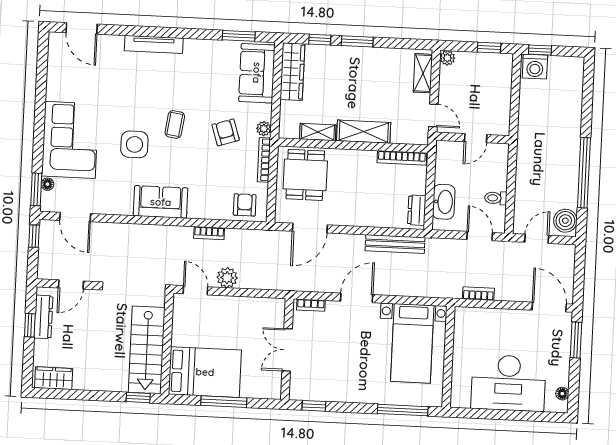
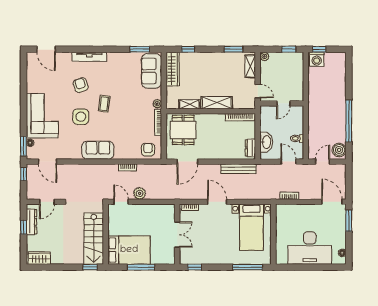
window: (357, 41) -> (234, 49), moved
armchair: (226, 132) -> (81, 85), moved
door: (357, 298) -> (217, 202), hinge flipped
double door: (287, 350) -> (177, 235), swing flipped

